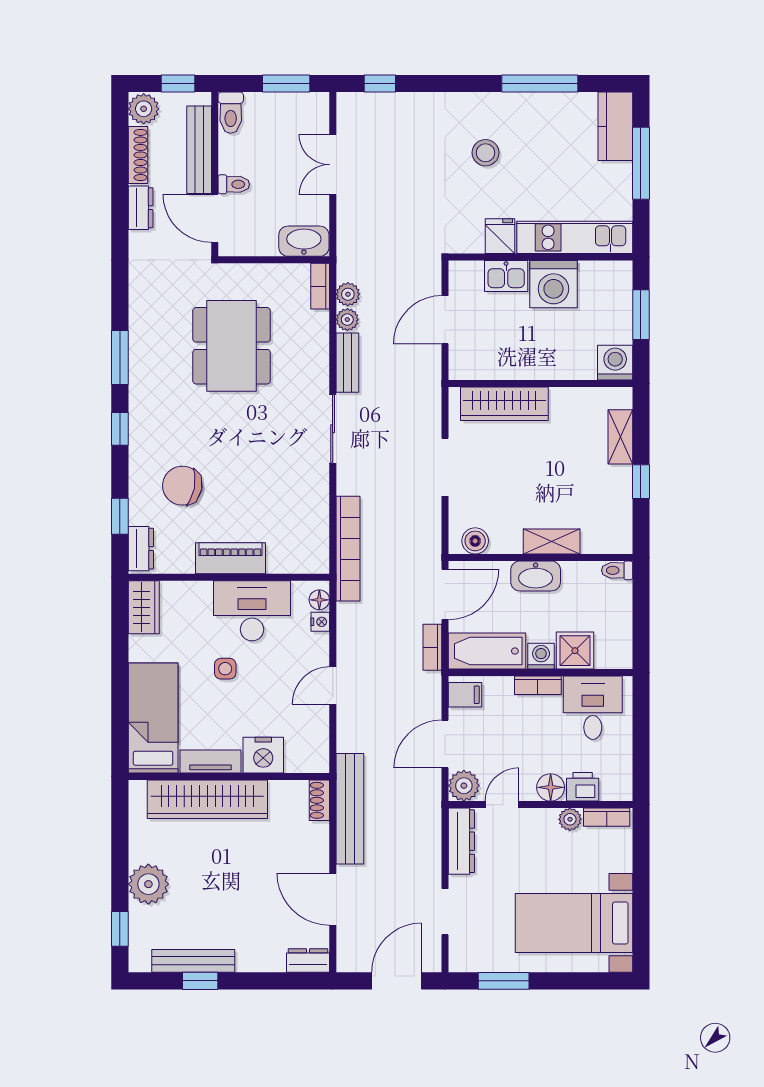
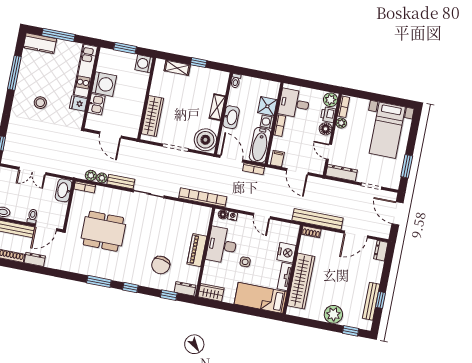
boiler: (475, 541) -> (205, 140), width x1.86, depth x1.86
plant: (464, 786) -> (330, 100), moved

